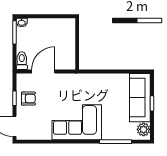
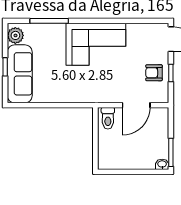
toilet: (22, 61) -> (108, 118), moved

